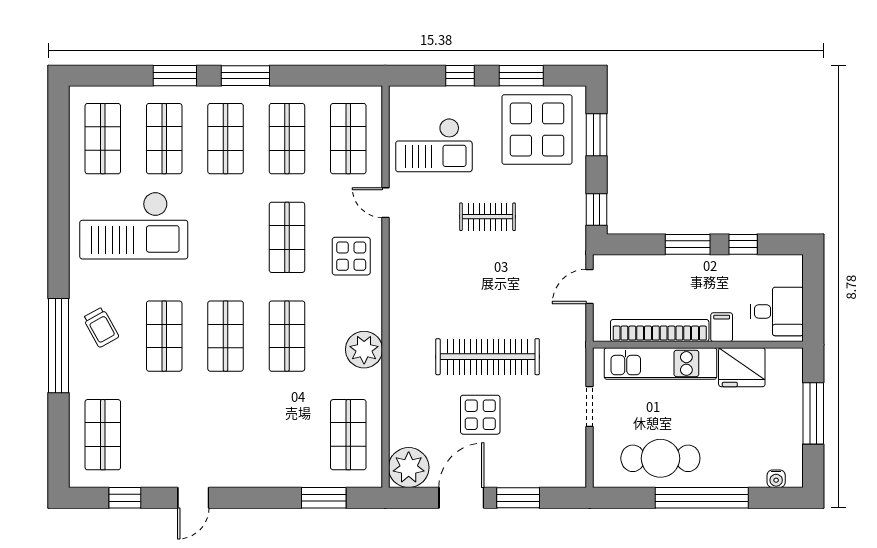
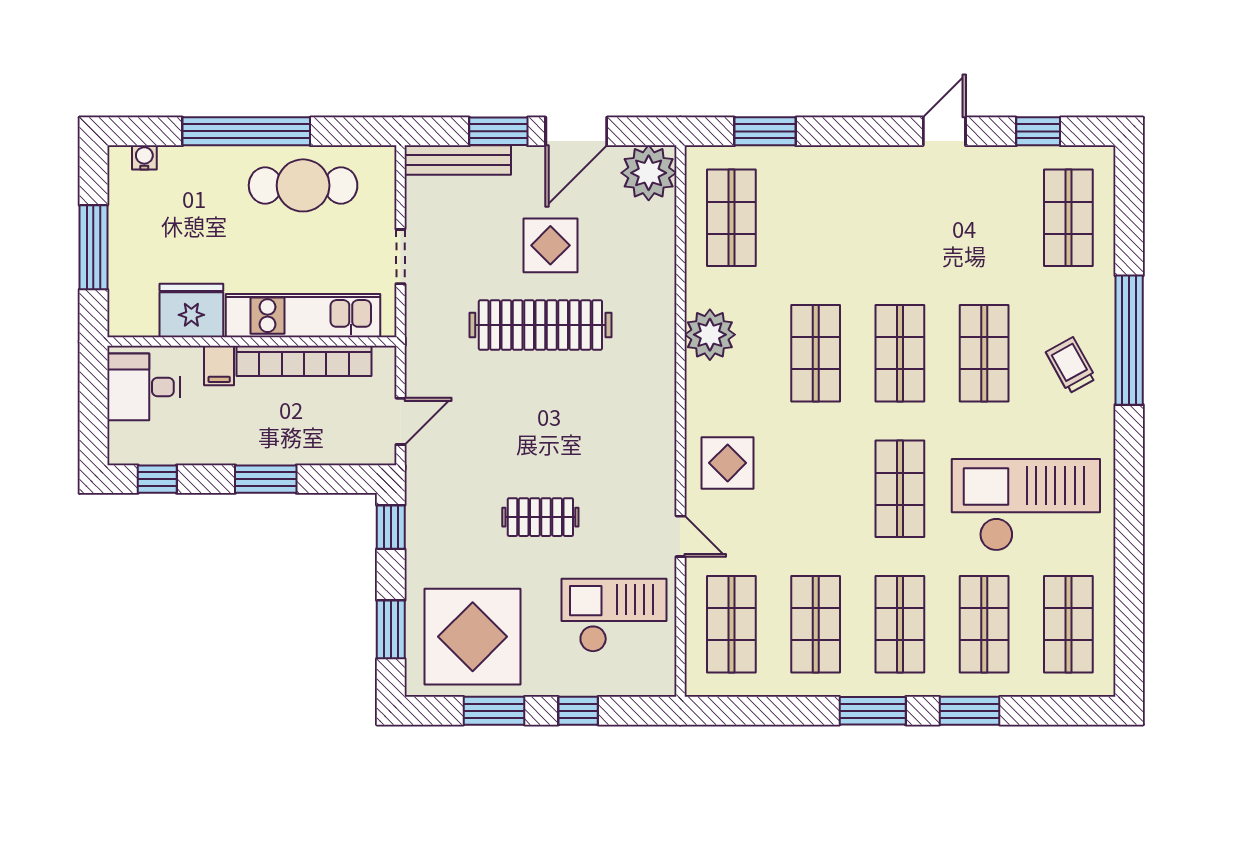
shop shelf: (287, 237) -> (900, 489), moved
window: (743, 244) -> (157, 479), moved
bench: (548, 477) -> (458, 160), added

